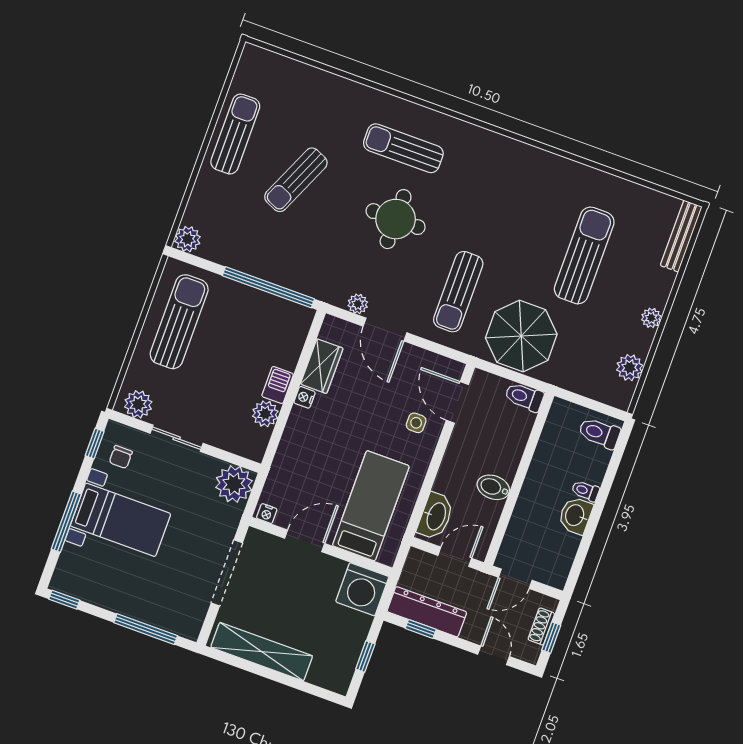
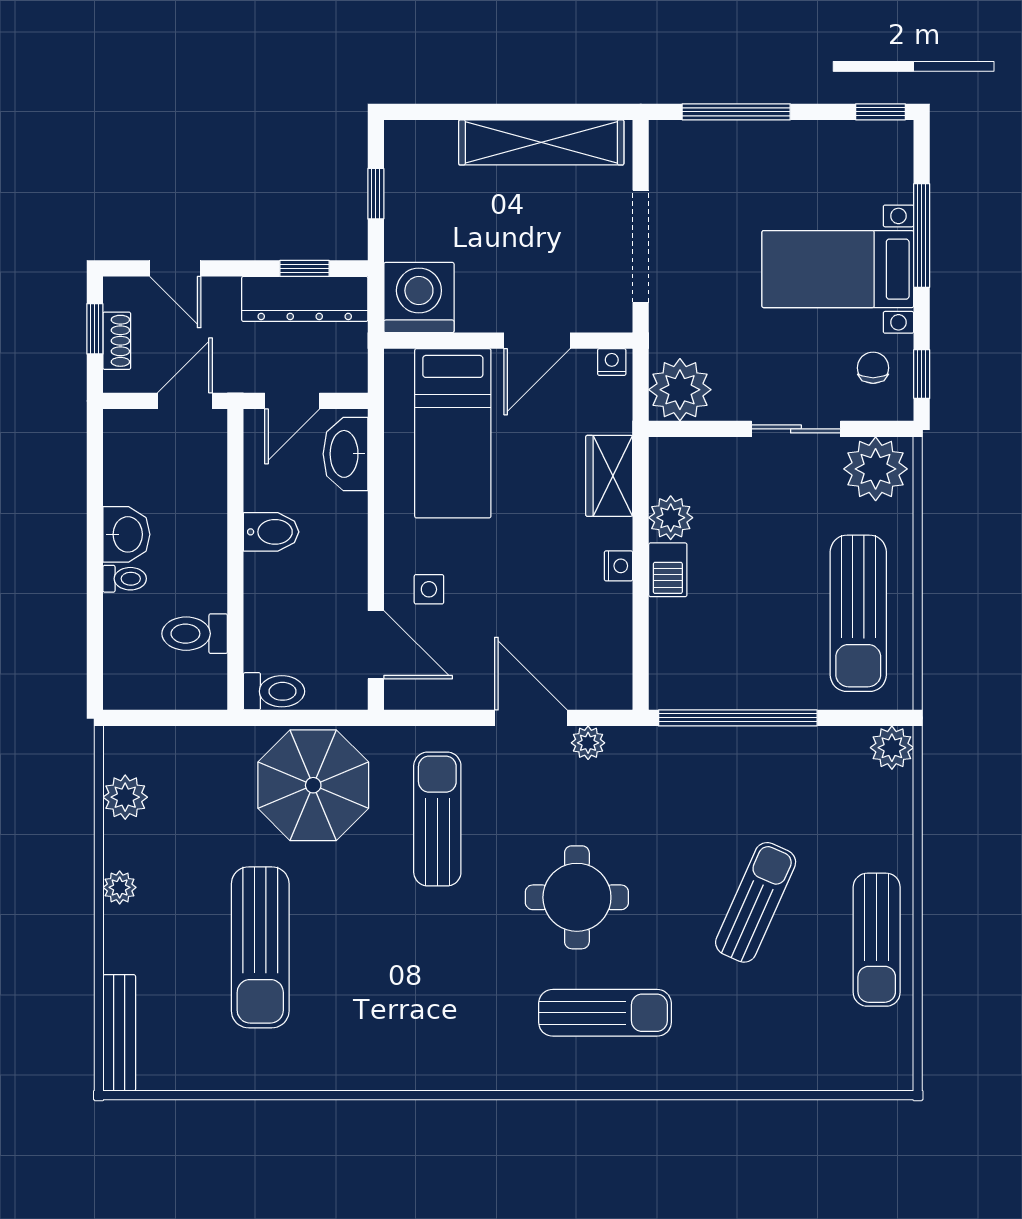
wardrobe: (322, 366) -> (609, 476), moved
plant: (138, 404) -> (876, 469), width x1.36, depth x1.36
toilet: (599, 433) -> (195, 634), moved, turned 180

